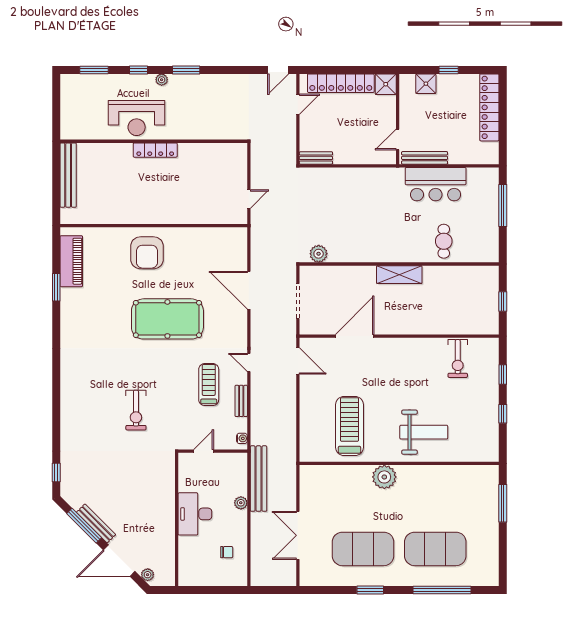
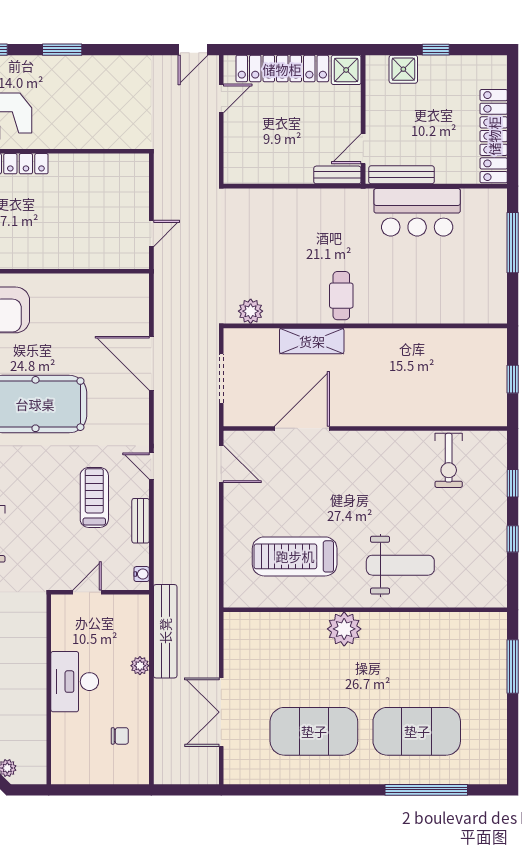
plant: (162, 80) -> (27, 64), removed
locker: (489, 107) -> (494, 136), moved
bench: (316, 158) -> (337, 175), moved
cafe table: (444, 241) -> (341, 296), moved
shelving: (399, 275) -> (312, 341), moved
treadmill: (349, 426) -> (295, 556), turned -90
window: (370, 590) -> (324, 790), removed

